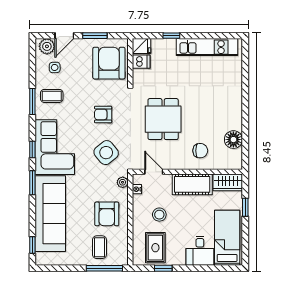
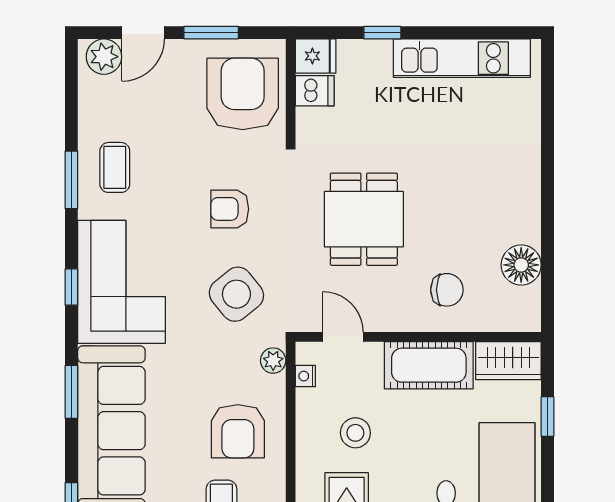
side table: (55, 67) -> (121, 104), removed
coffee table: (52, 96) -> (115, 167), turned 90
window: (32, 183) -> (71, 392), moved

